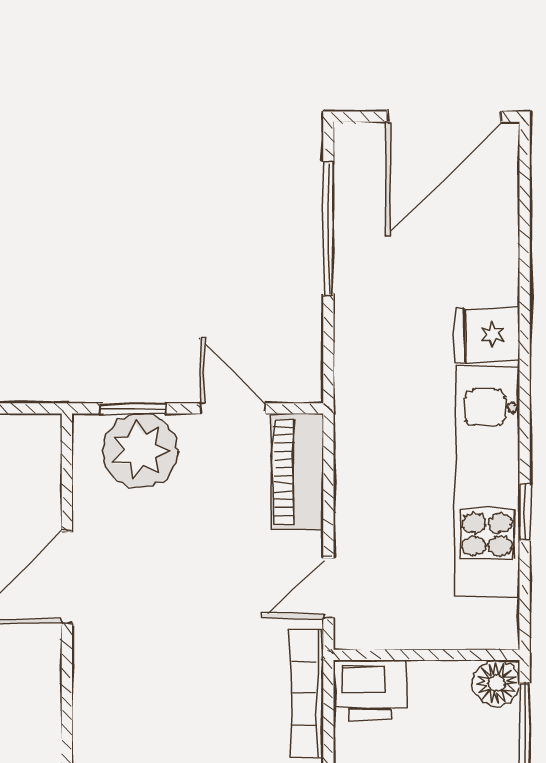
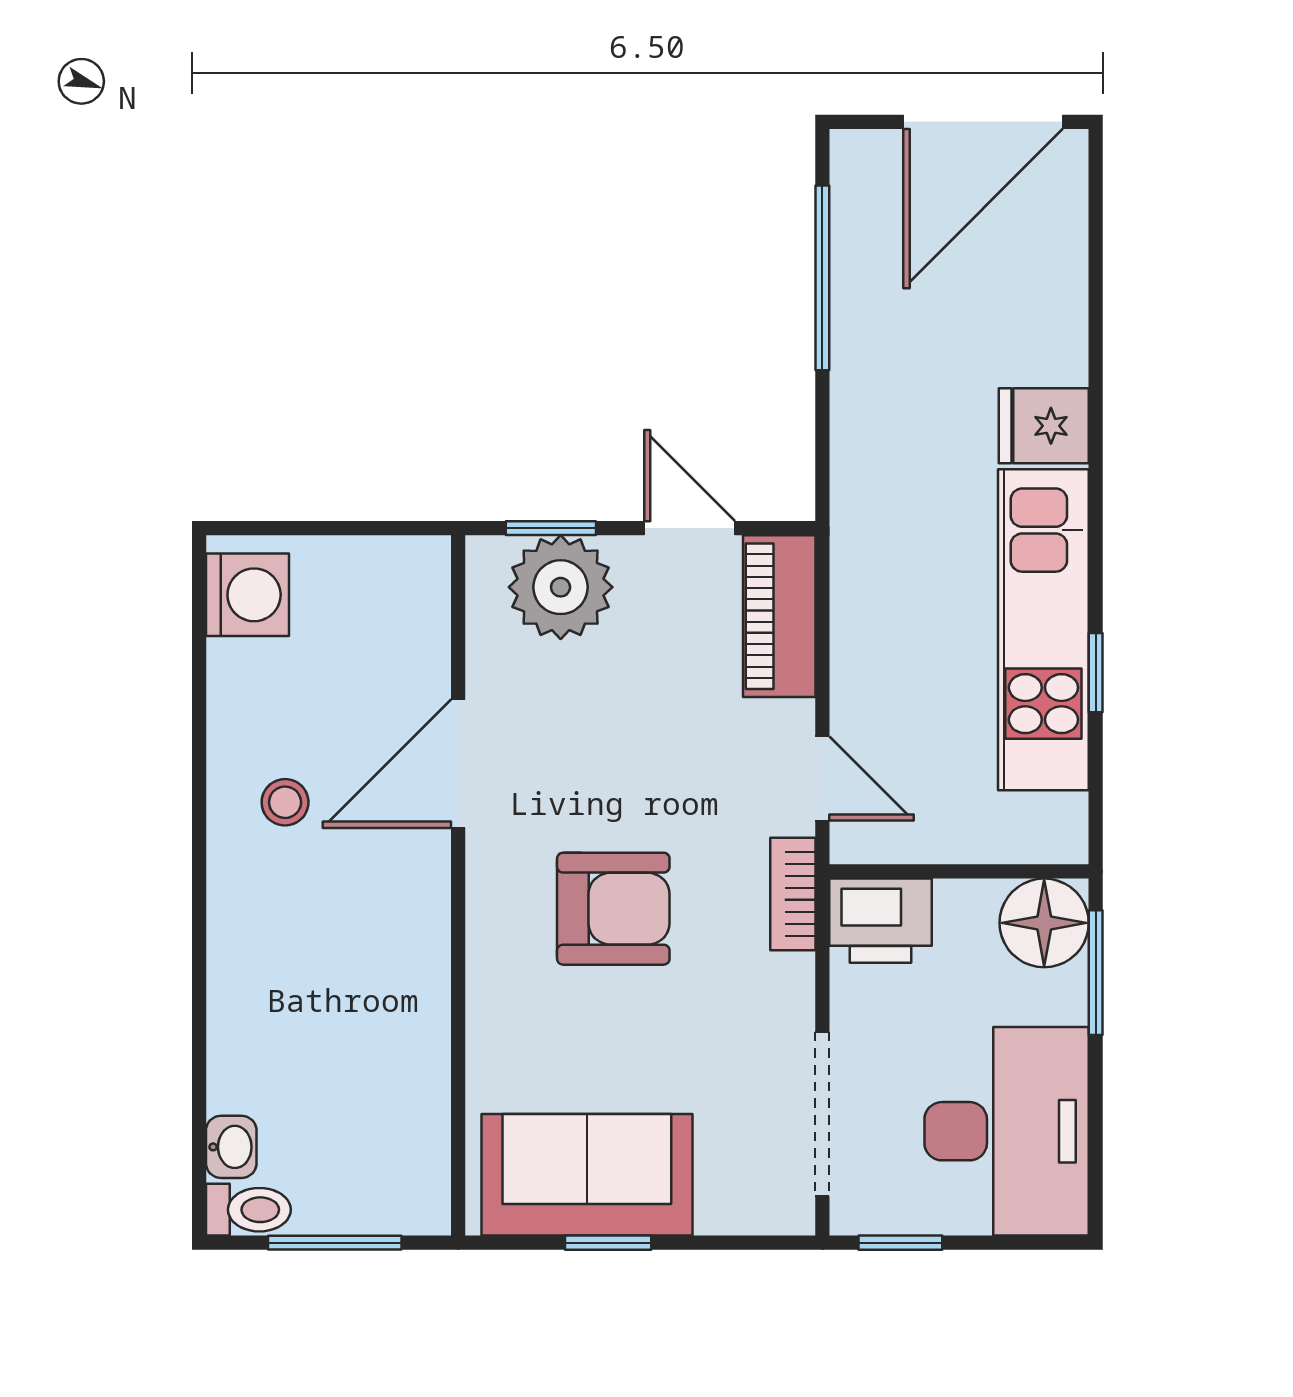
door: (328, 588) -> (822, 779), swing flipped
armchair: (178, 682) -> (613, 909), added
floor lamp: (496, 683) -> (1044, 923), width x1.38, depth x1.38
bookcase: (307, 694) -> (793, 894), width x0.64

